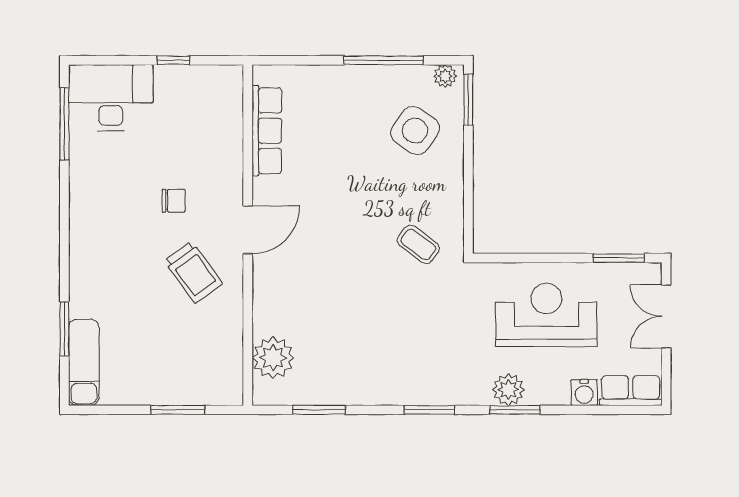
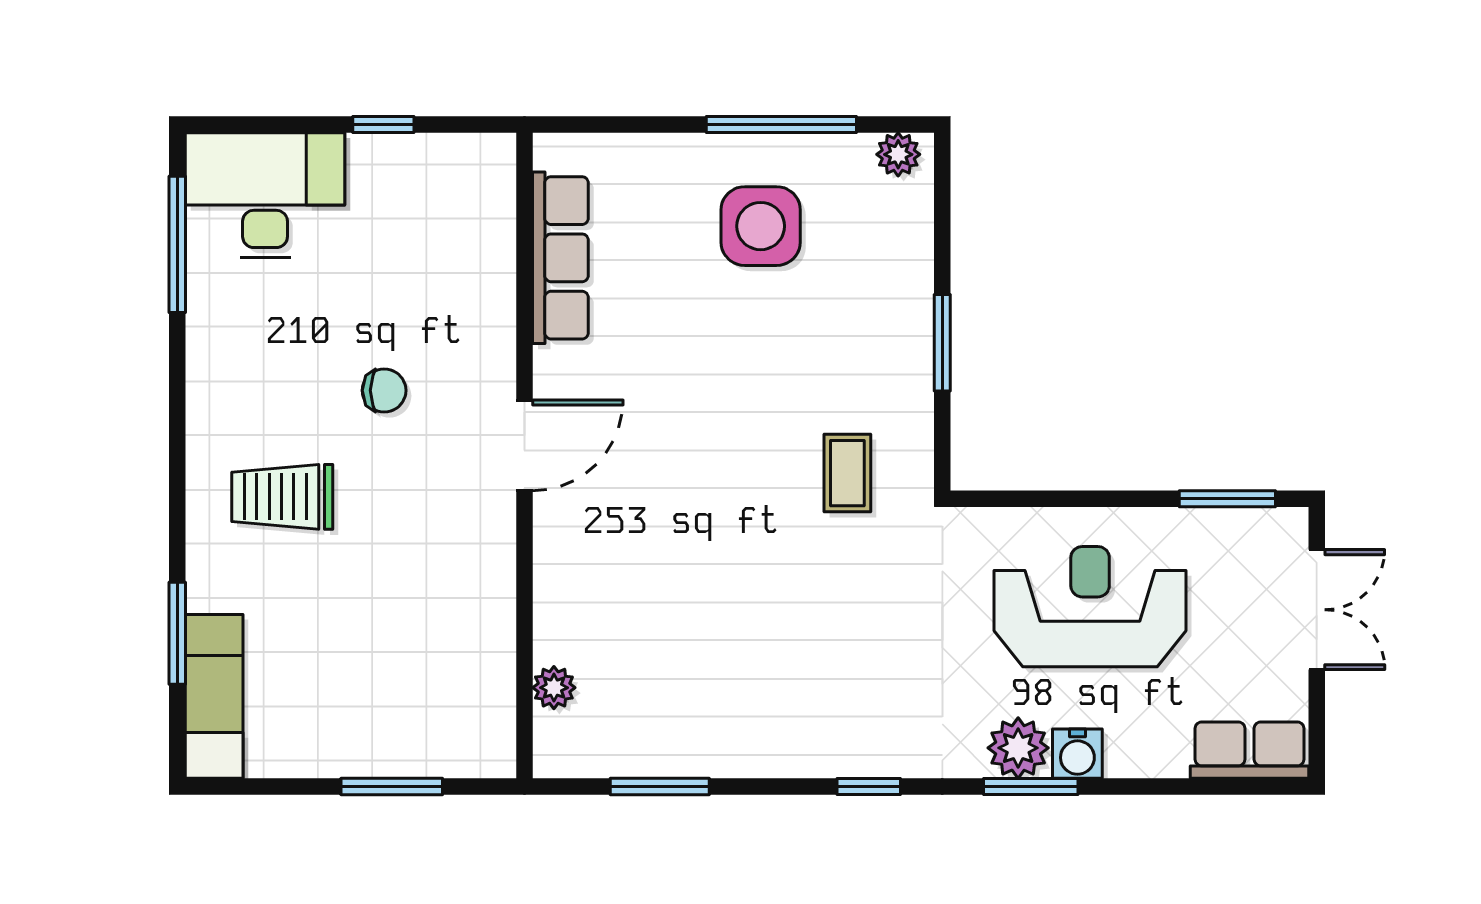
window: (468, 99) -> (942, 343), moved
side table: (415, 131) -> (761, 226), moved, turned -34
coffee table: (418, 244) -> (847, 473), turned 53
trolley: (193, 272) -> (282, 497), moved, turned 126
double door: (666, 317) -> (1317, 610), swing flipped
plant: (273, 358) -> (554, 688), width x0.53, depth x0.53
water cooler: (584, 392) -> (1077, 754), moved
window: (430, 410) -> (869, 786), width x0.67

